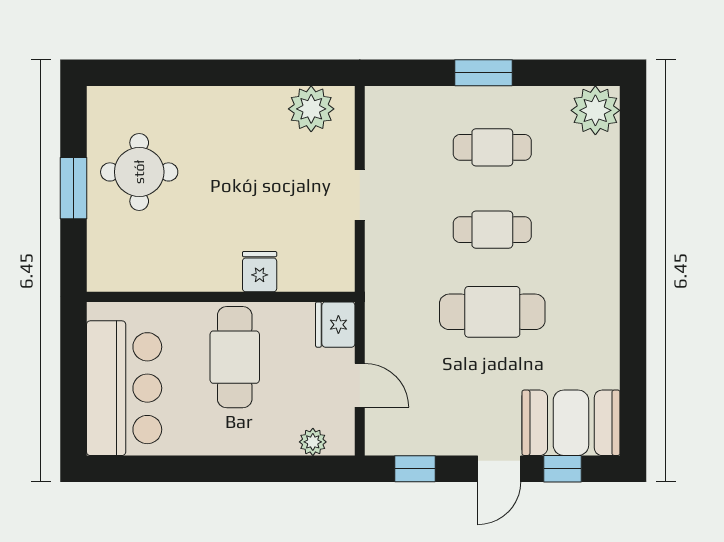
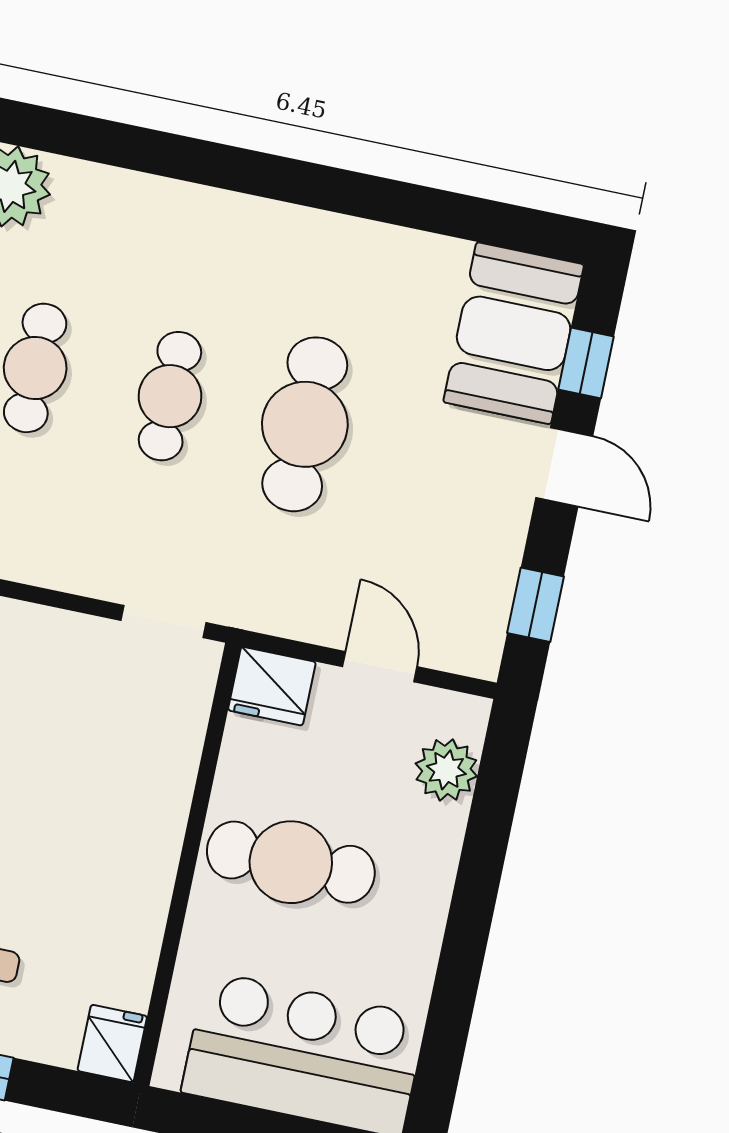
doorway: (360, 195) -> (163, 622), moved
fridge: (260, 272) -> (112, 1043), moved, turned 90
door: (360, 385) -> (380, 667), hinge flipped
plant: (313, 442) -> (446, 770), width x1.38, depth x1.38

